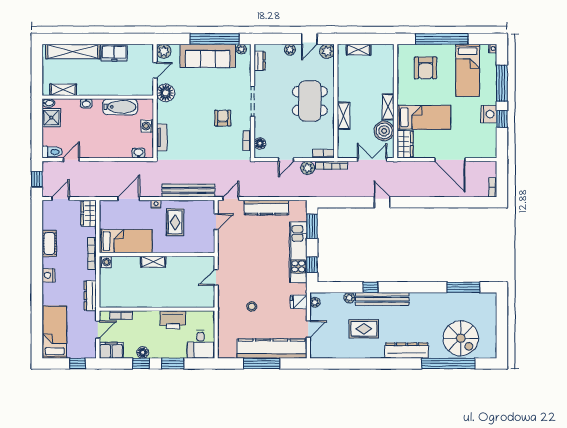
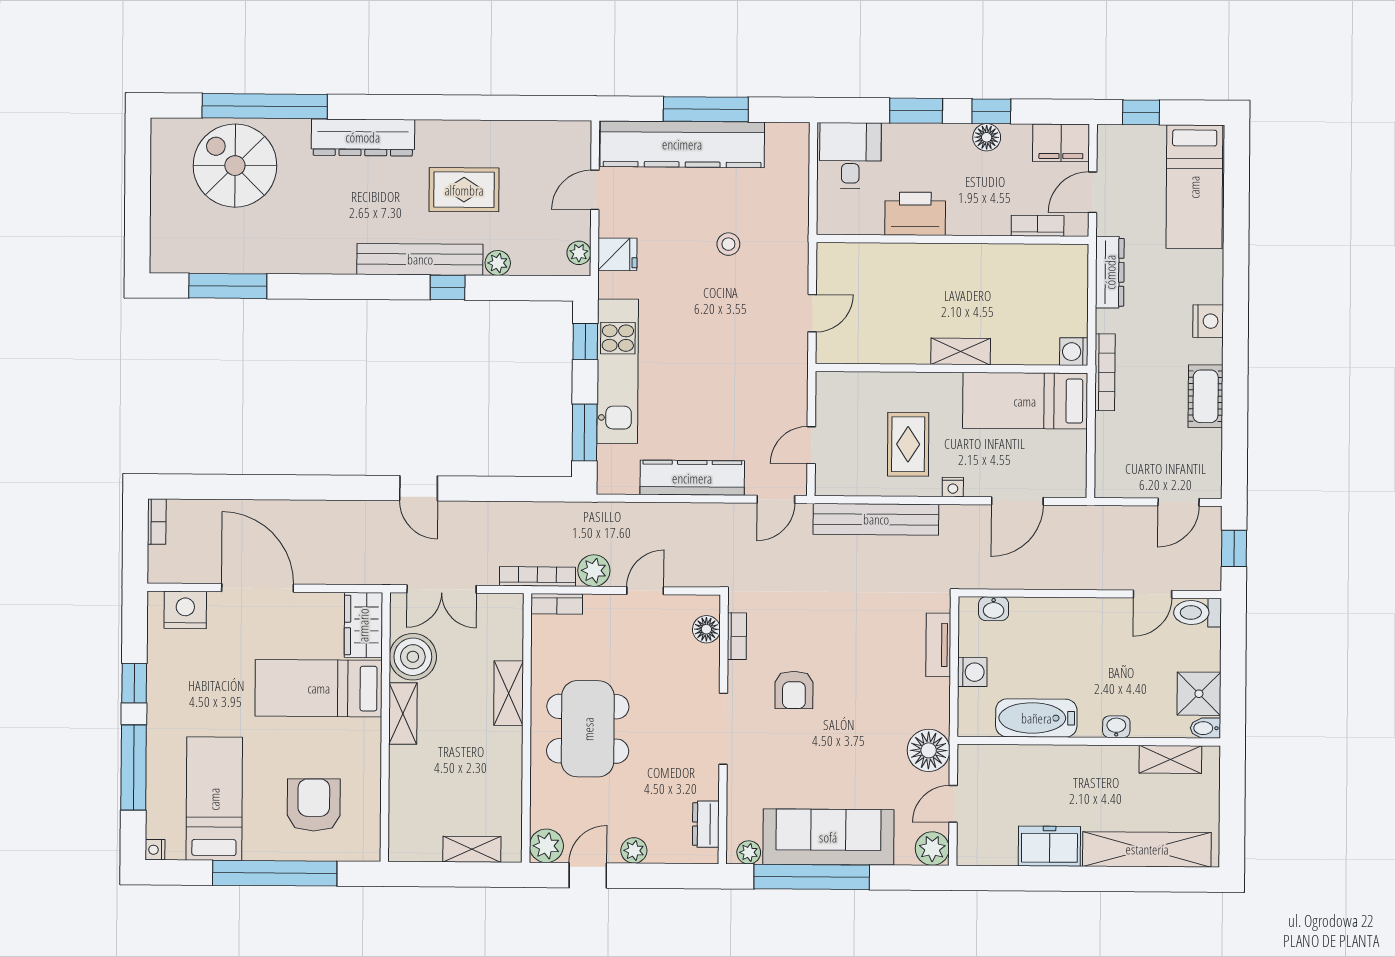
nightstand: (489, 114) -> (185, 610), moved, turned 90
wardrobe: (89, 213) -> (1112, 467), removed

